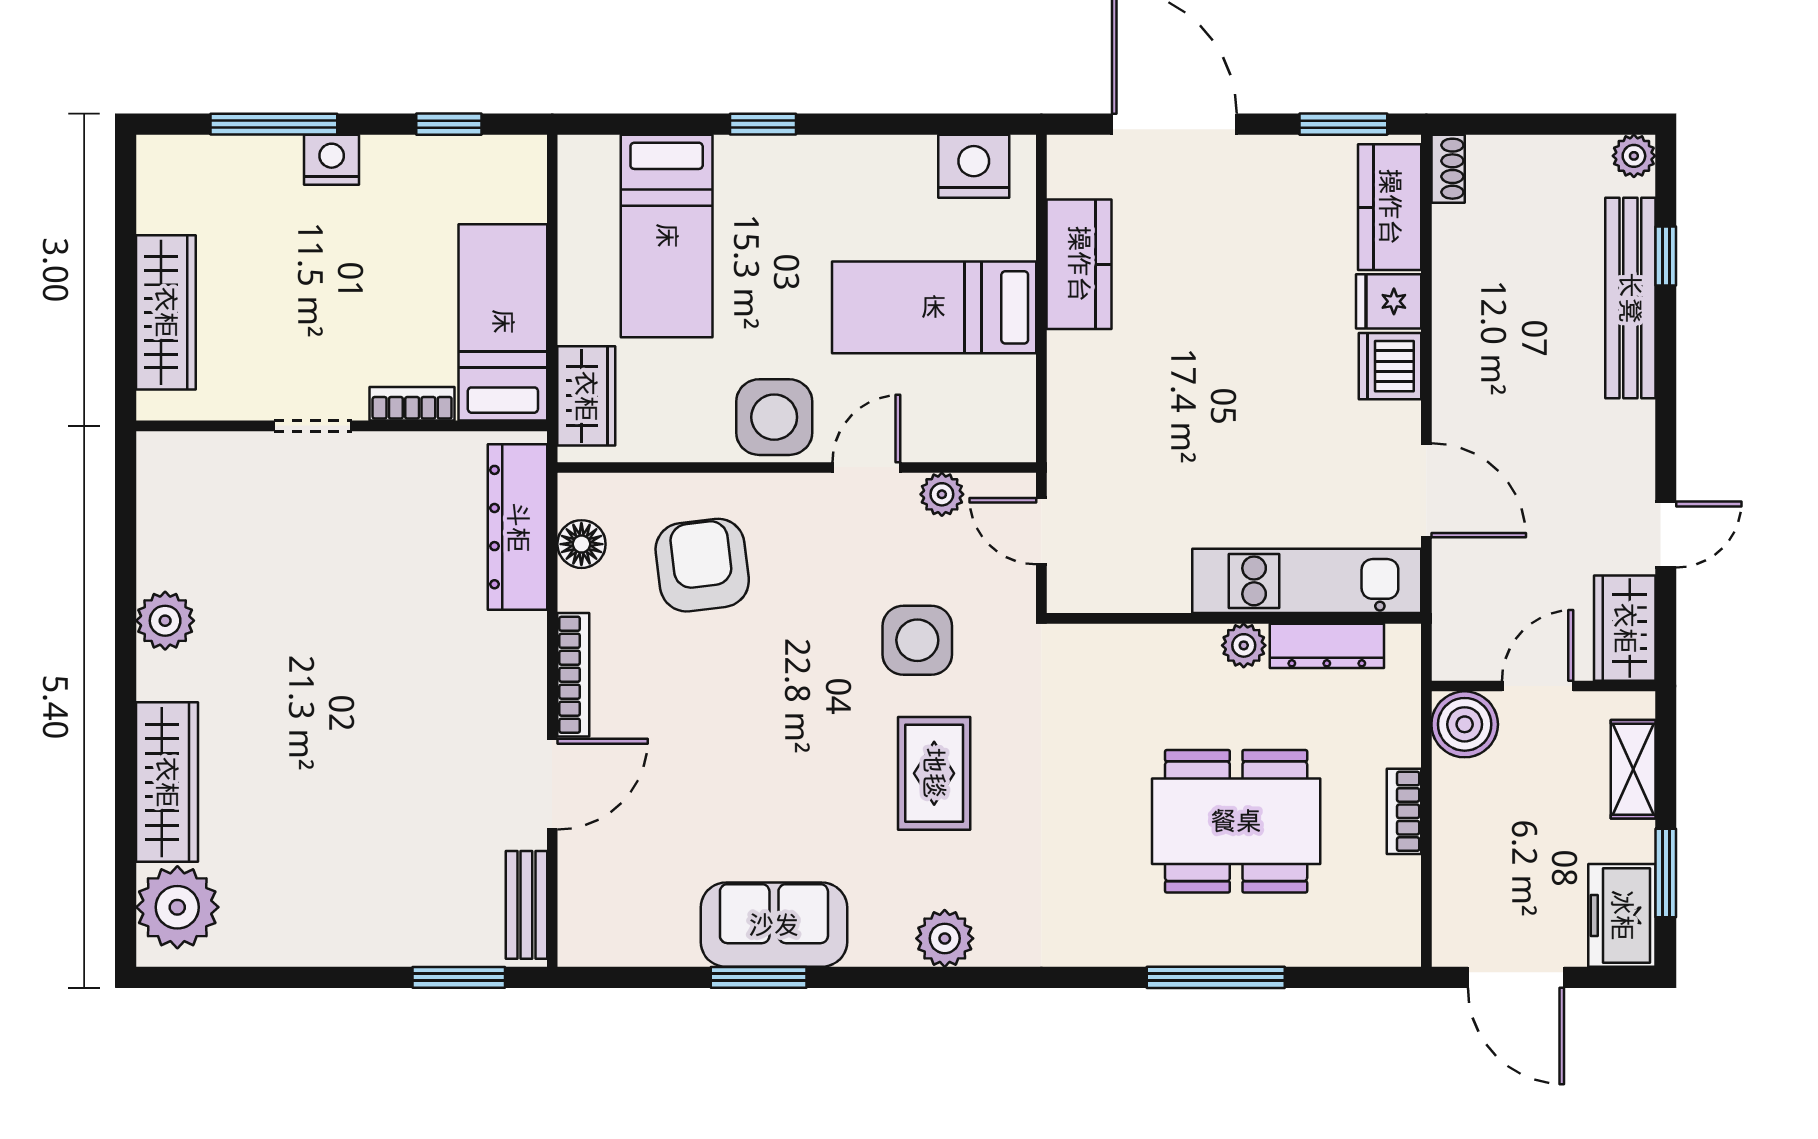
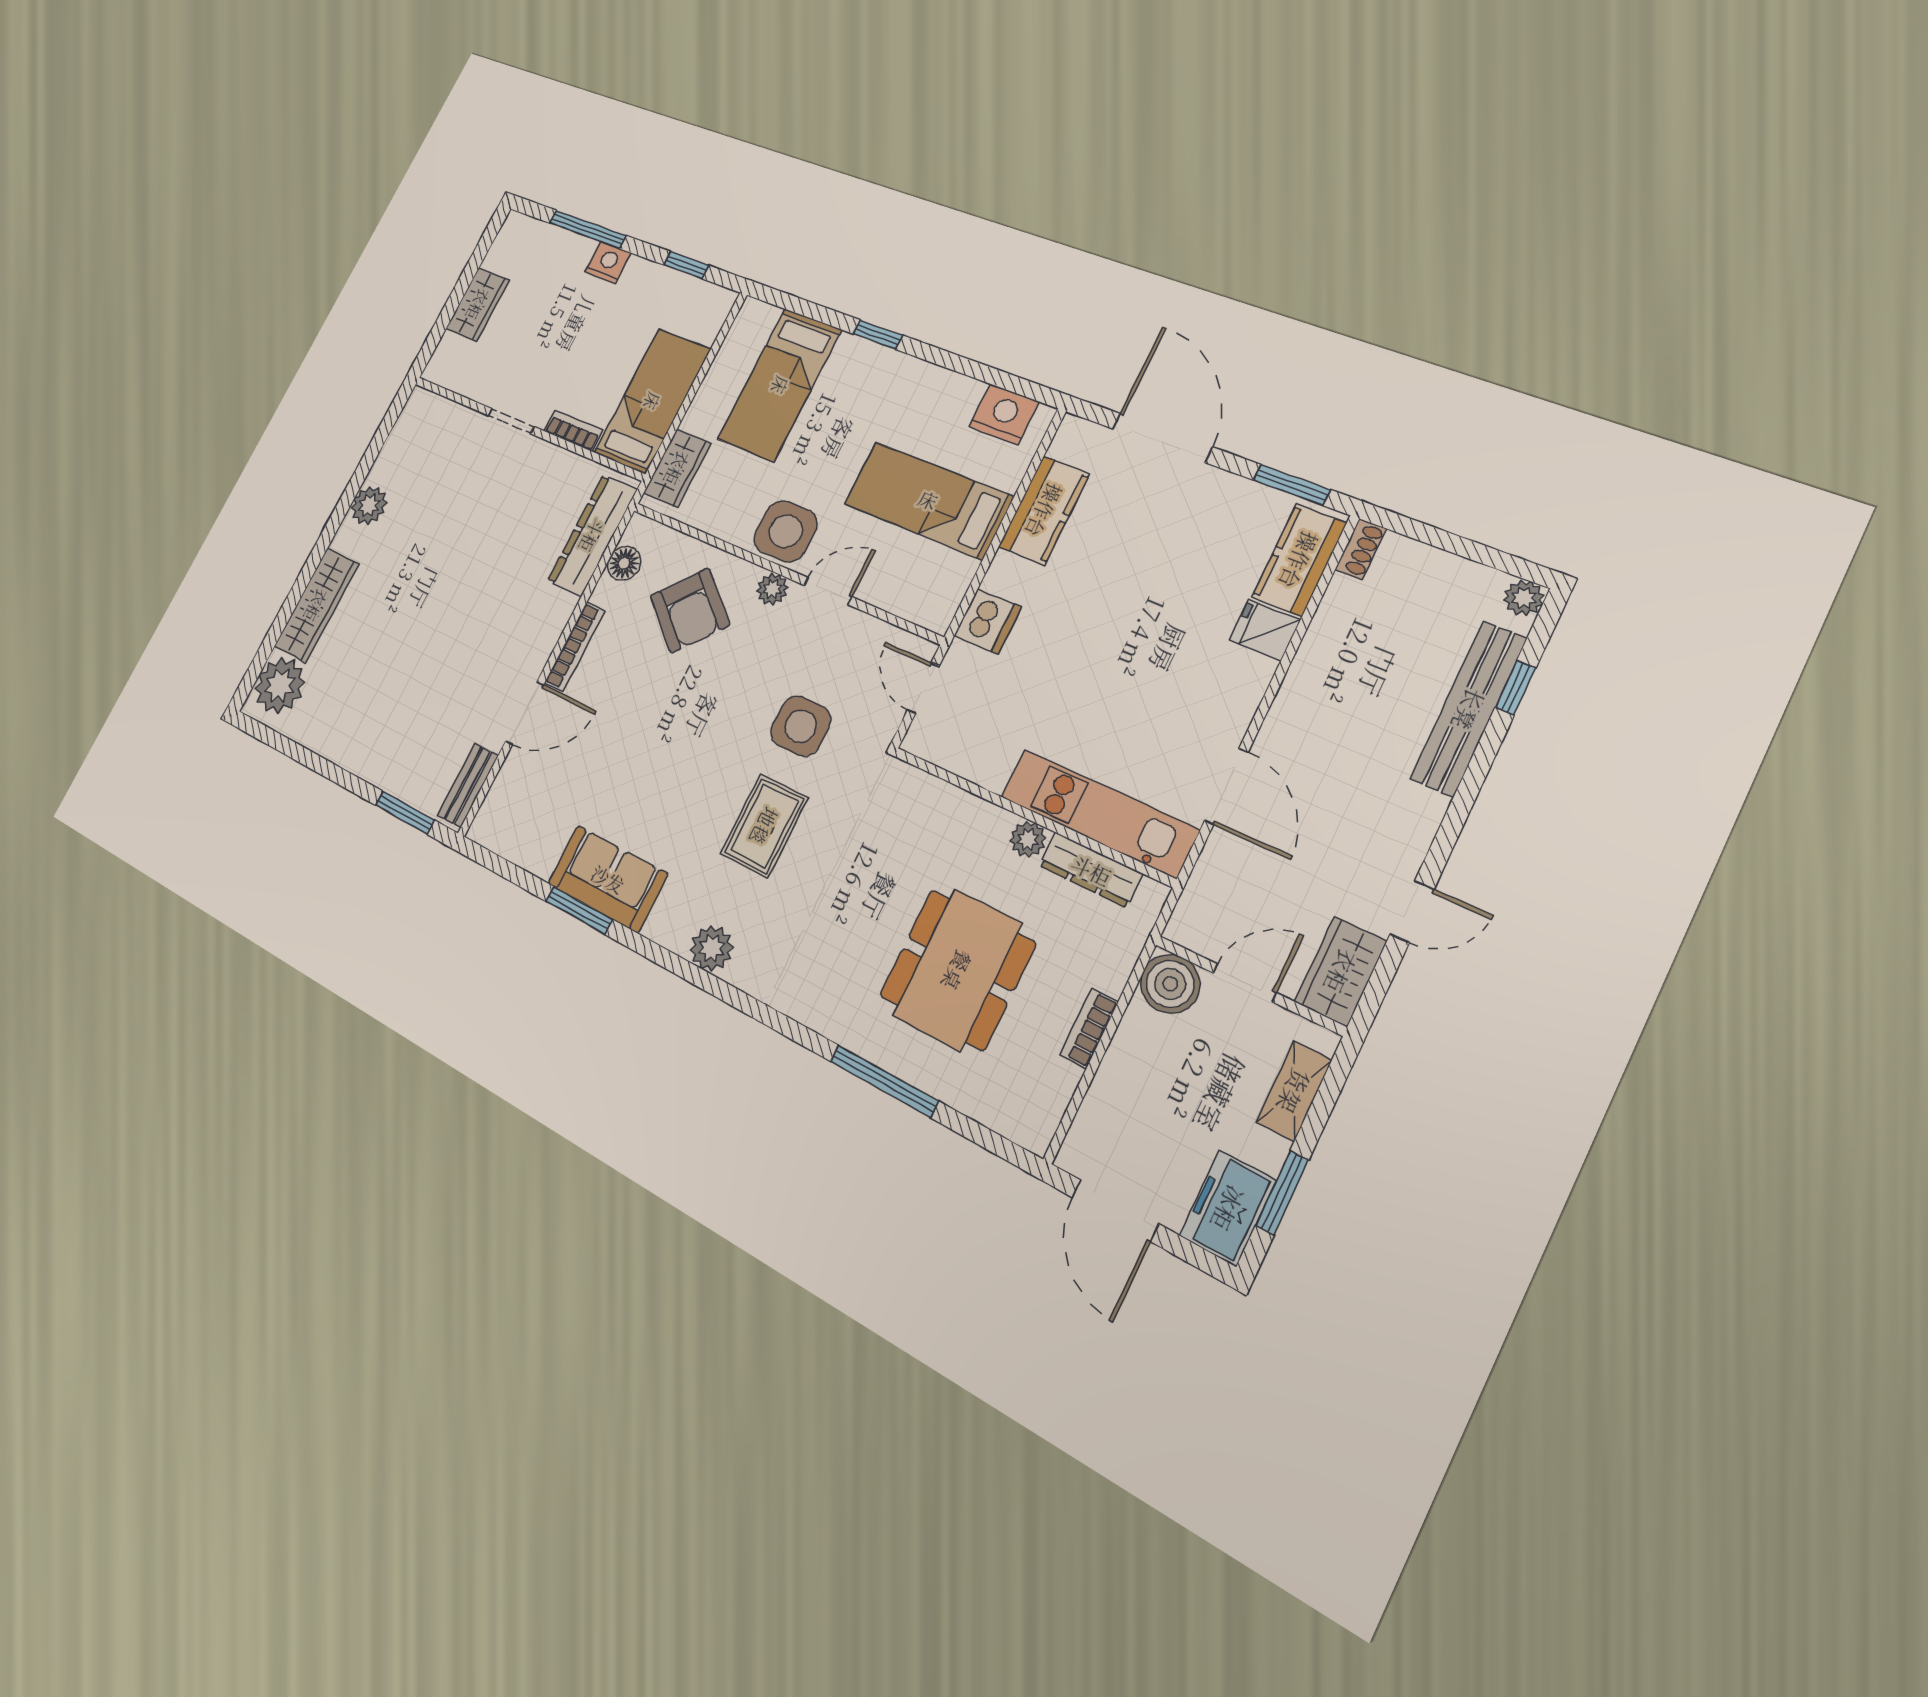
wardrobe: (166, 312) -> (478, 304), width x0.67
dishwasher: (1390, 366) -> (988, 621), moved, turned 180
plant: (942, 494) -> (772, 589), moved
armchair: (702, 565) -> (690, 610), turned 138
dining table: (1236, 821) -> (957, 970), turned 90

